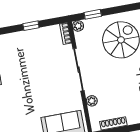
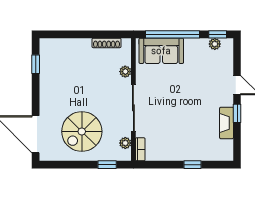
window: (31, 26) -> (193, 165), moved
plant: (78, 26) -> (125, 143), moved

